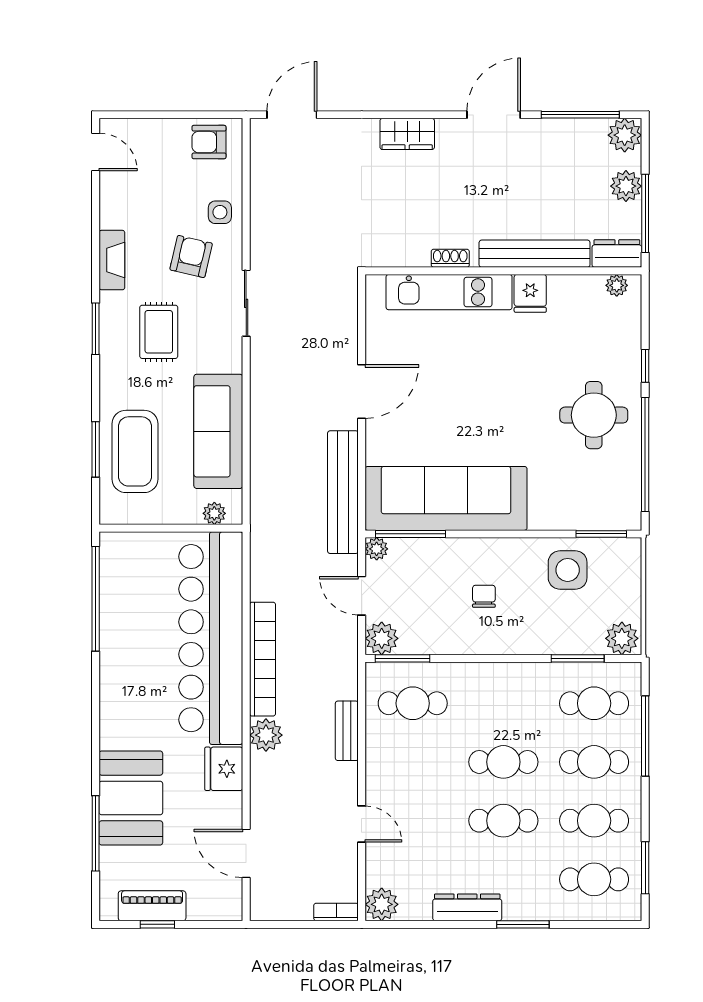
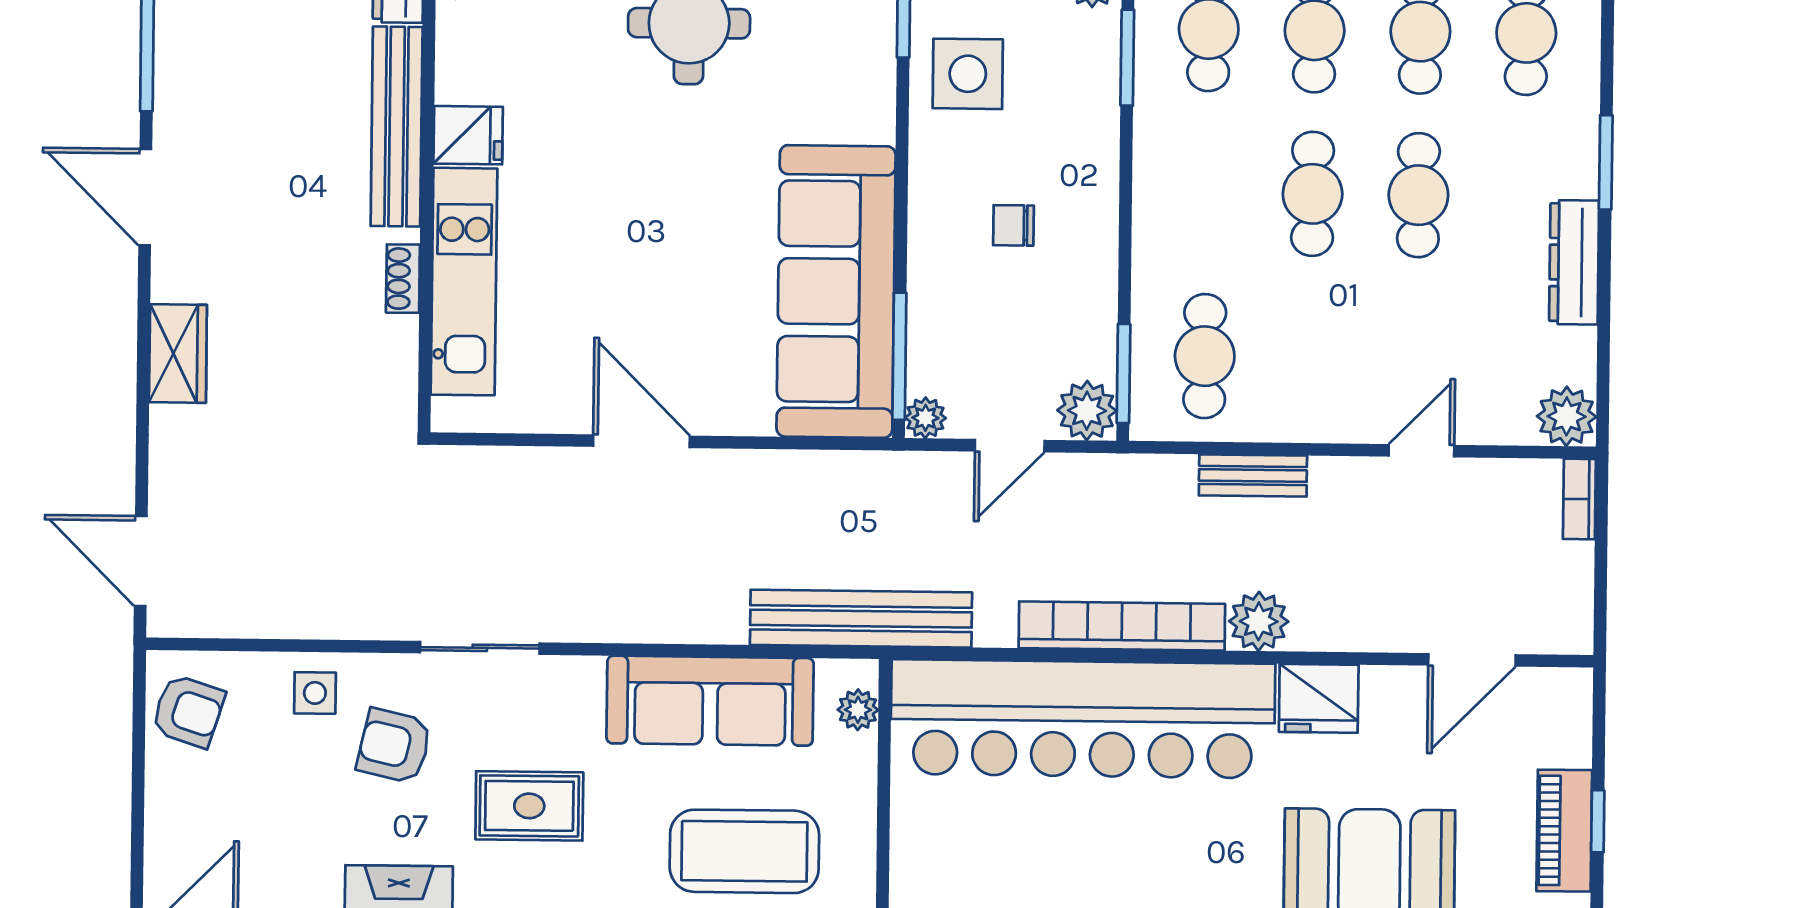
armchair: (209, 142) -> (188, 711), turned -72
bench: (343, 492) -> (861, 619), moved

